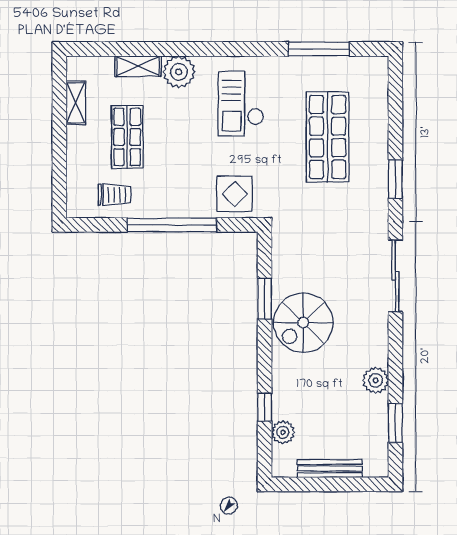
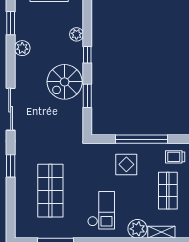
display table: (235, 194) -> (126, 164), moved
spiral stairs: (303, 323) -> (65, 82), turned 180
window: (265, 407) -> (87, 55), moved
plant: (283, 432) -> (77, 34), moved

